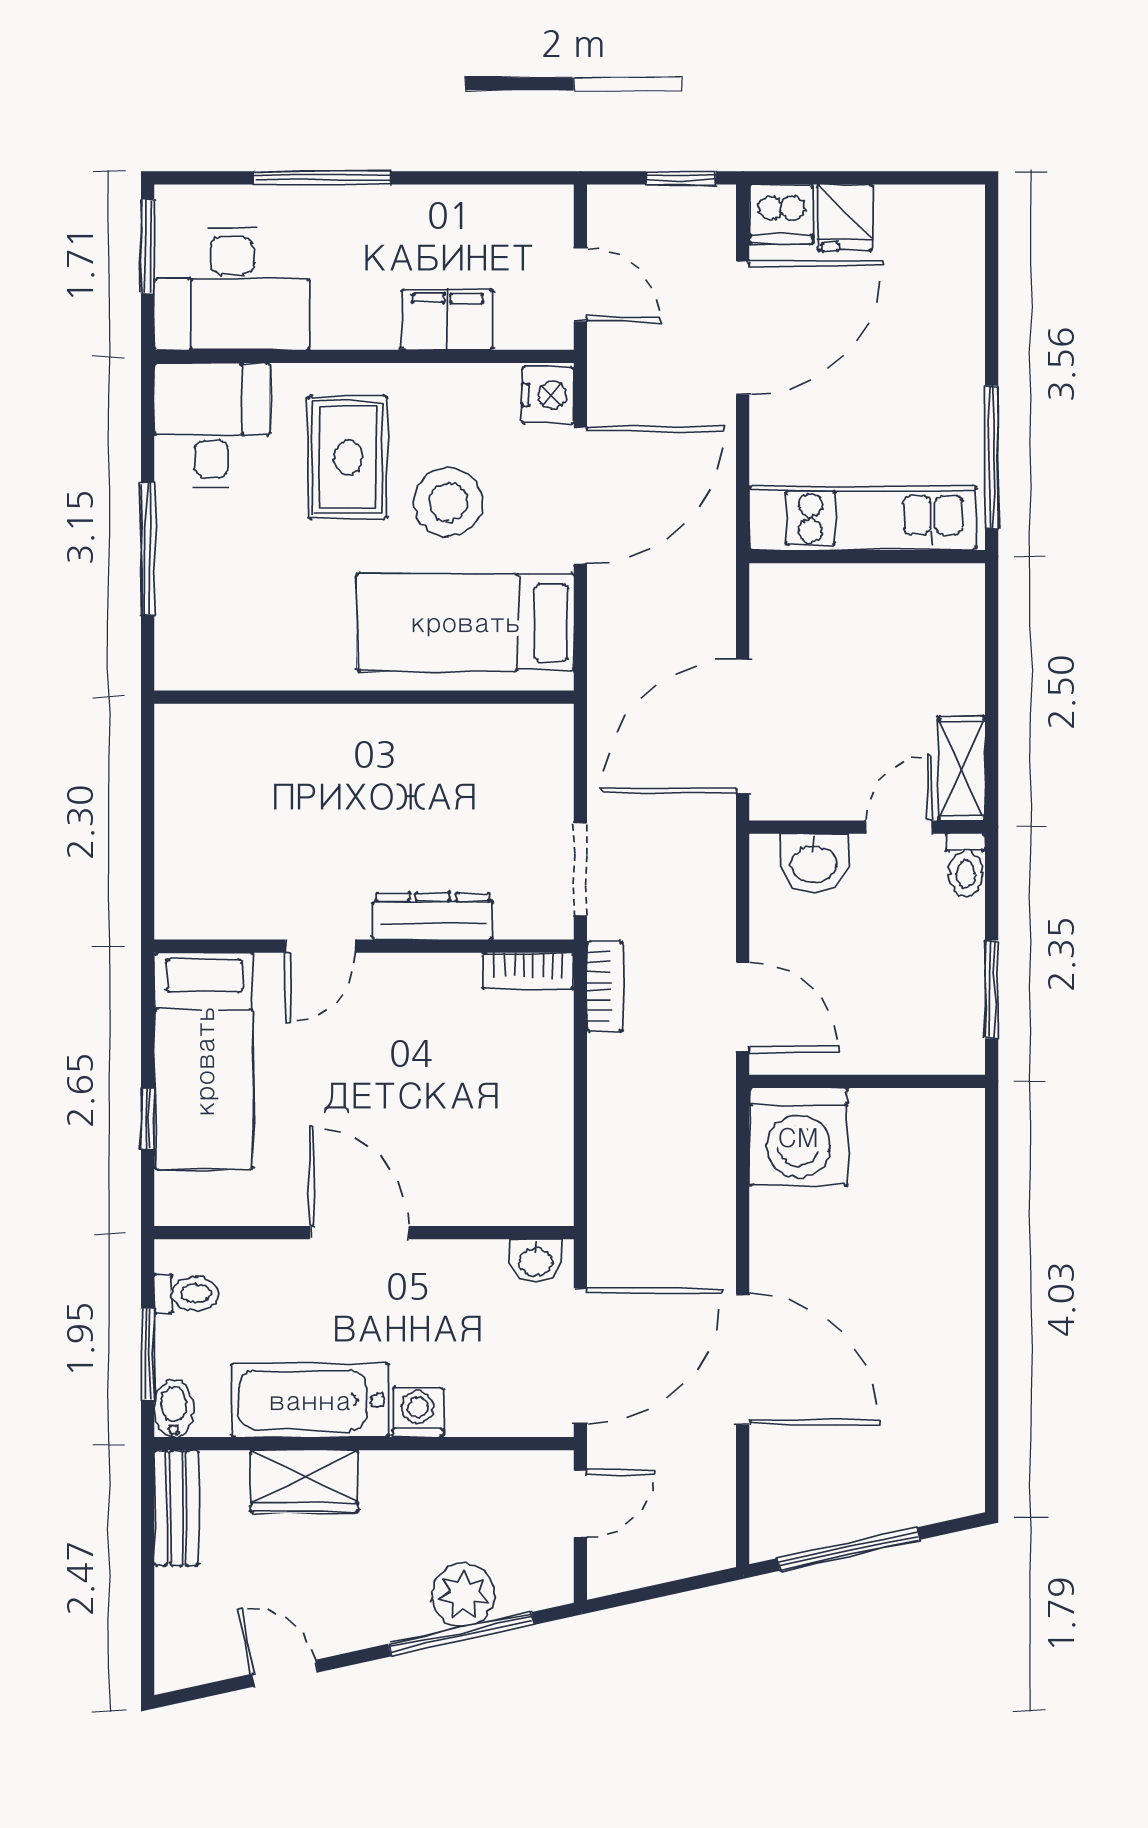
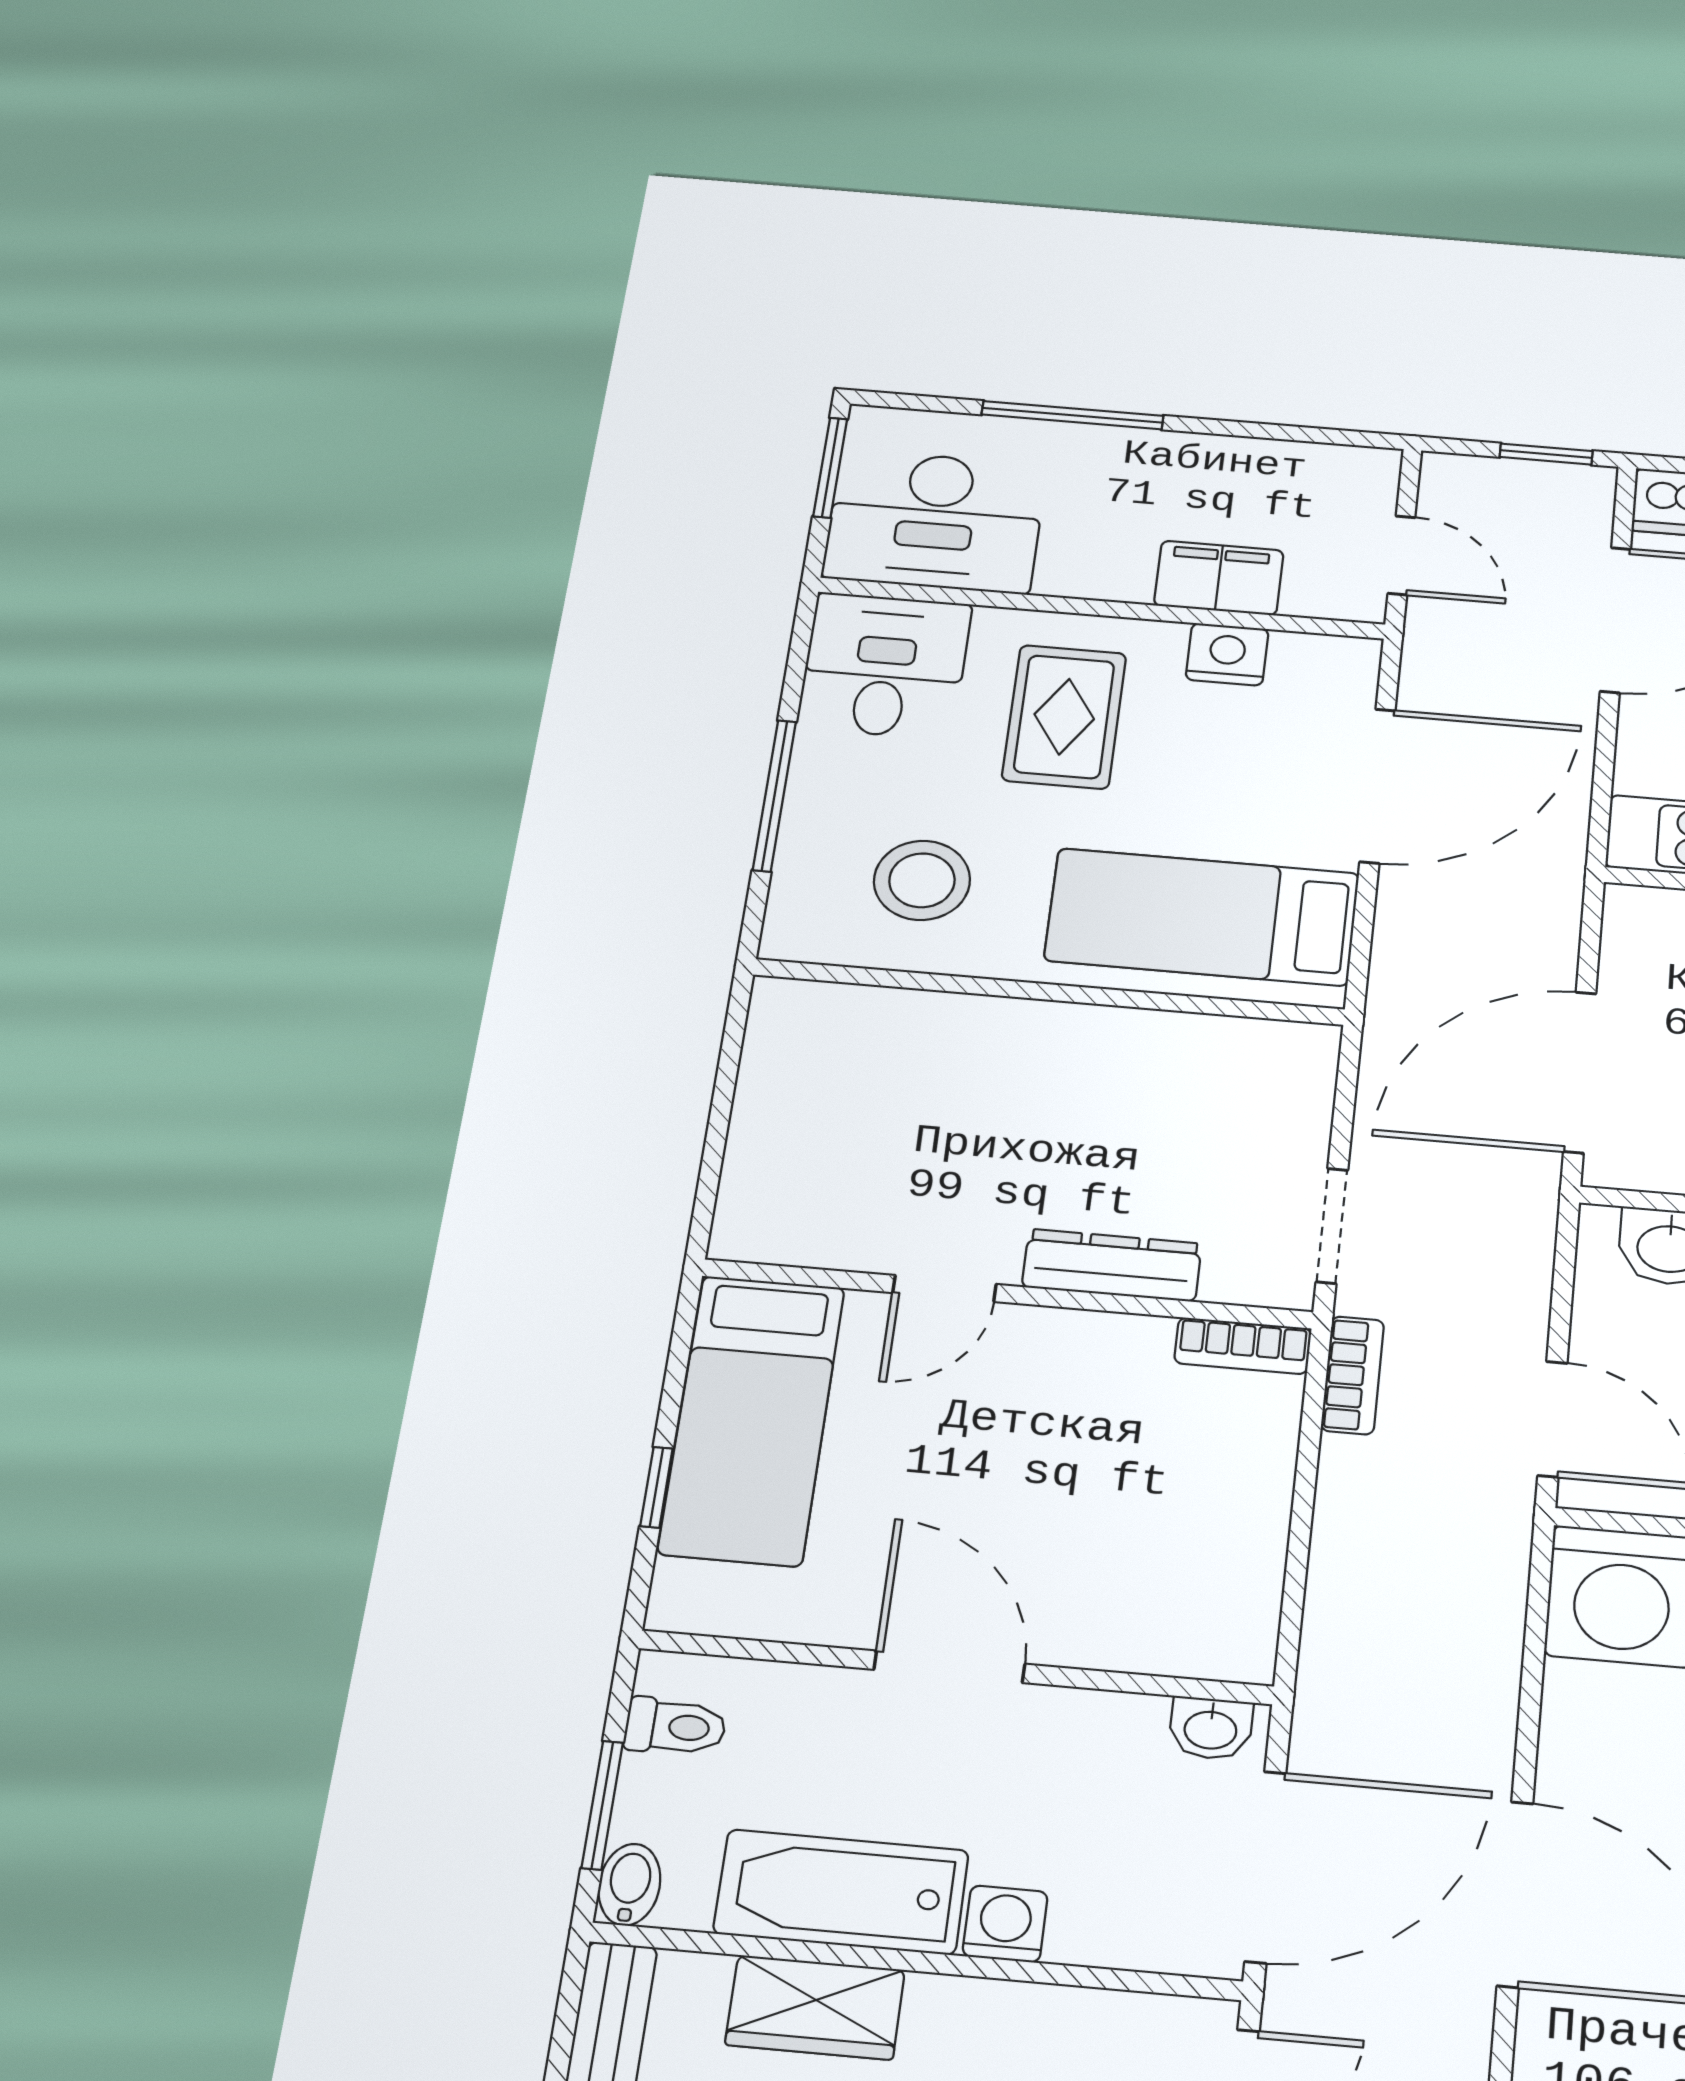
nightstand: (548, 395) -> (1227, 654), moved, turned -90
stool: (449, 502) -> (922, 880), moved

